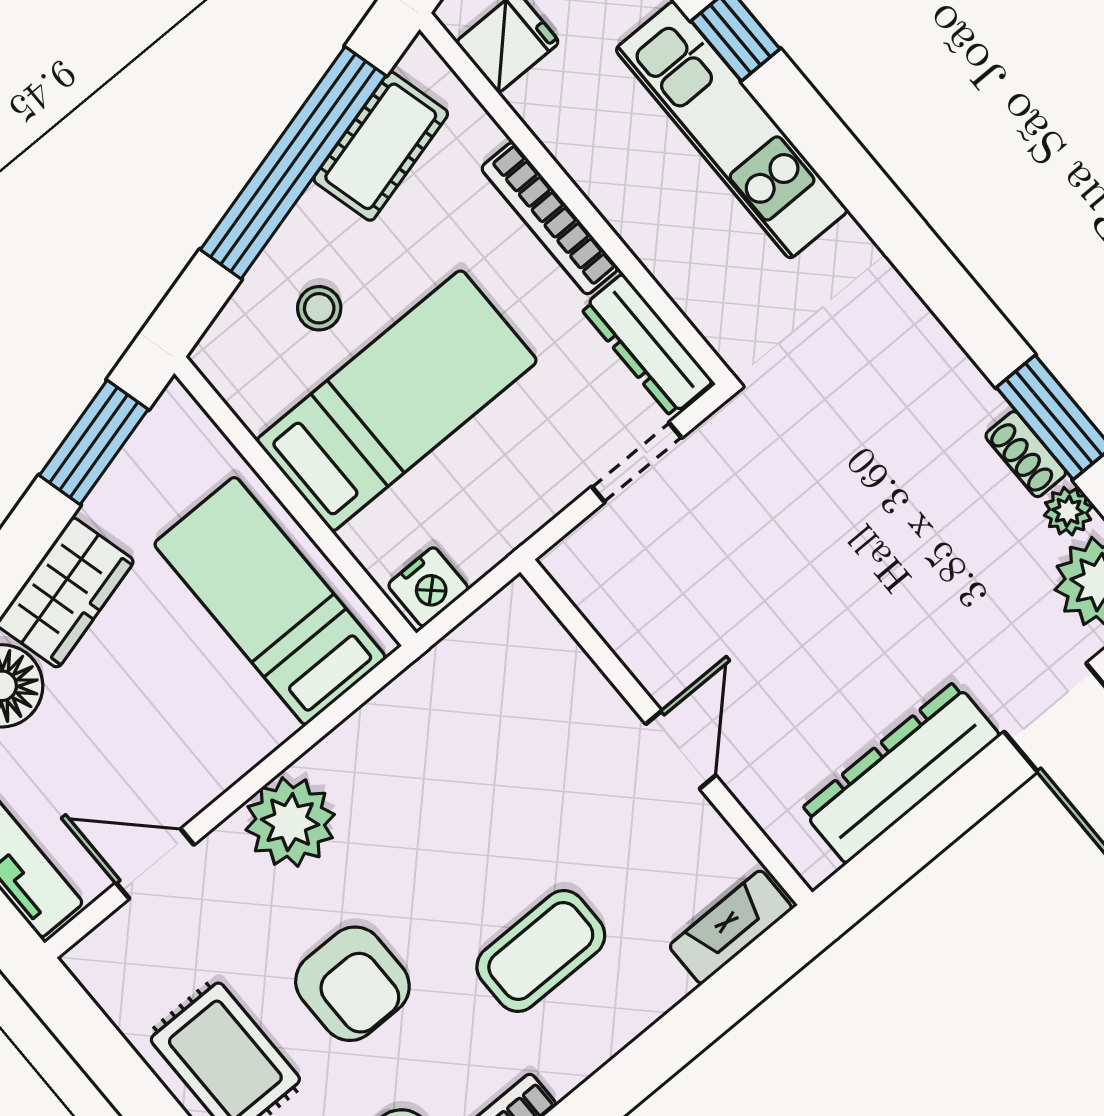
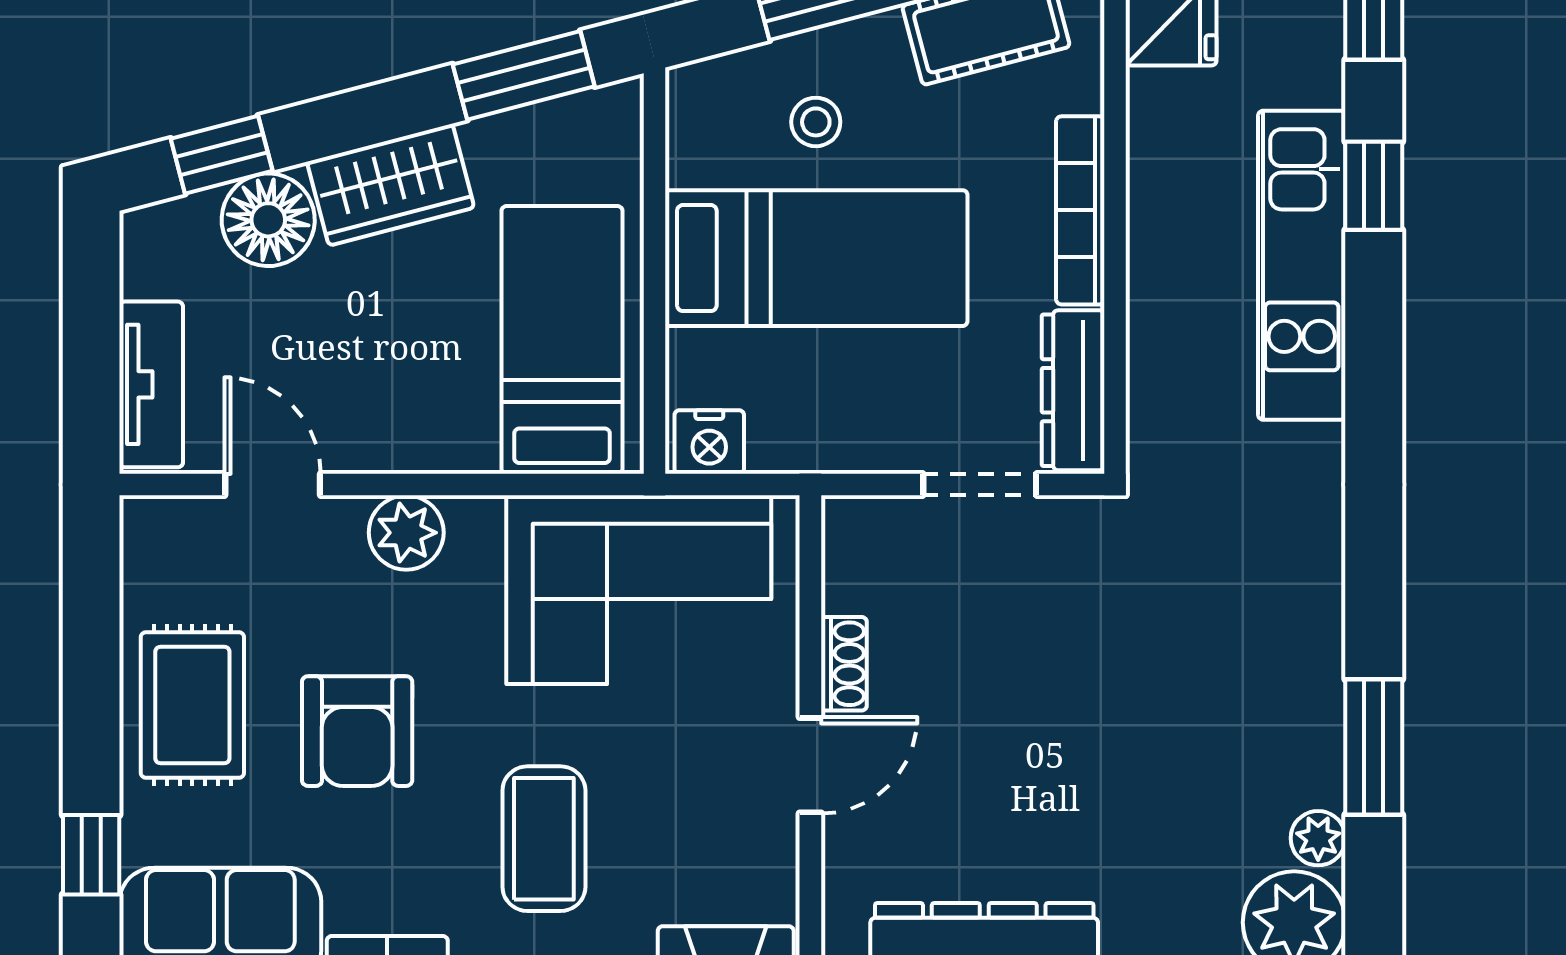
shoe rack: (1026, 454) -> (844, 664), moved, turned 180
corner sofa: (464, 727) -> (639, 590), added
plant: (290, 822) -> (406, 533), width x0.73, depth x0.73
coffee table: (541, 951) -> (544, 839), turned 90

